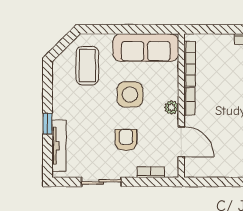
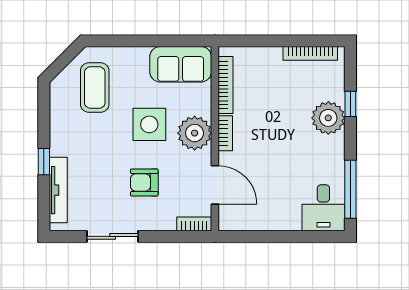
sofa: (146, 48) -> (181, 64), width x0.73
plant: (171, 107) -> (195, 133), width x1.87, depth x1.87
armchair: (126, 140) -> (144, 182), turned -90
bookcase: (151, 172) -> (194, 224), moved

